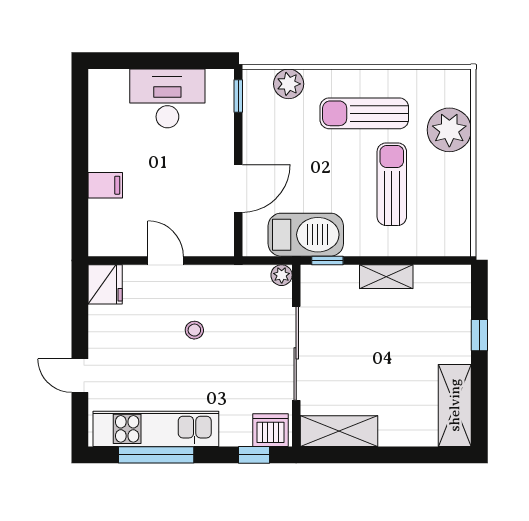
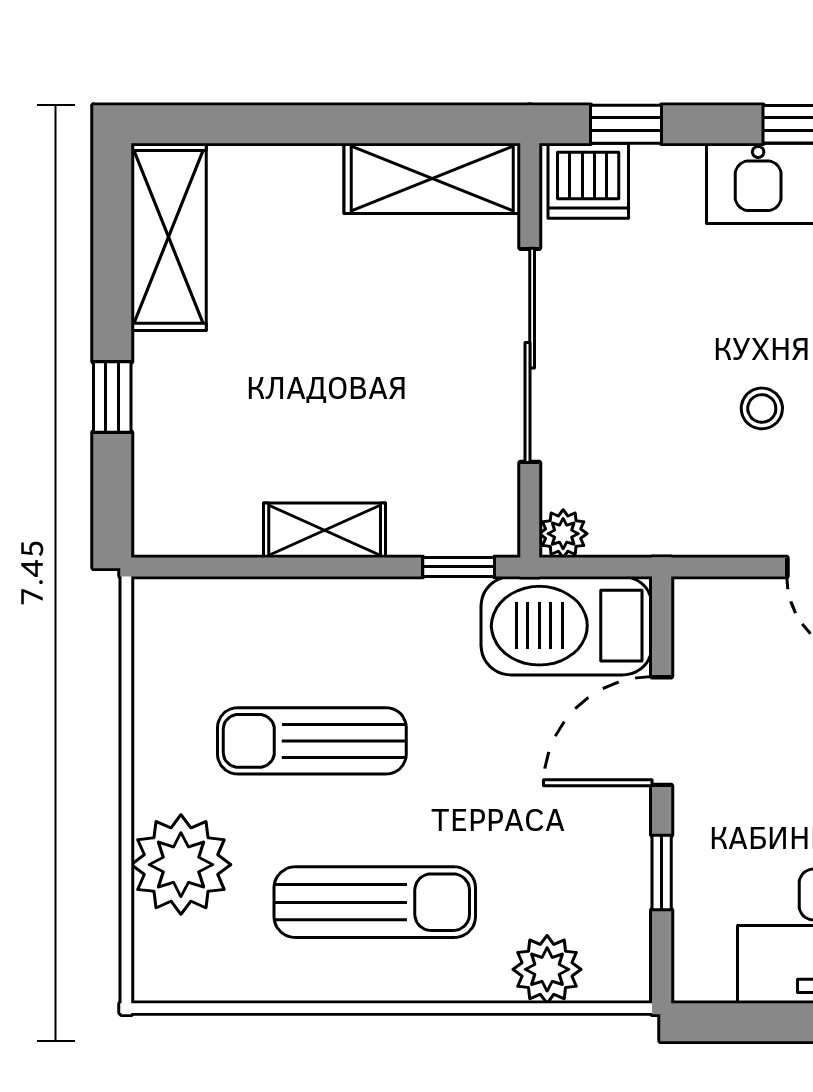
window: (238, 96) -> (662, 873), moved
sun lounger: (392, 184) -> (312, 741), turned 90
barbecue: (306, 235) -> (567, 626), moved

